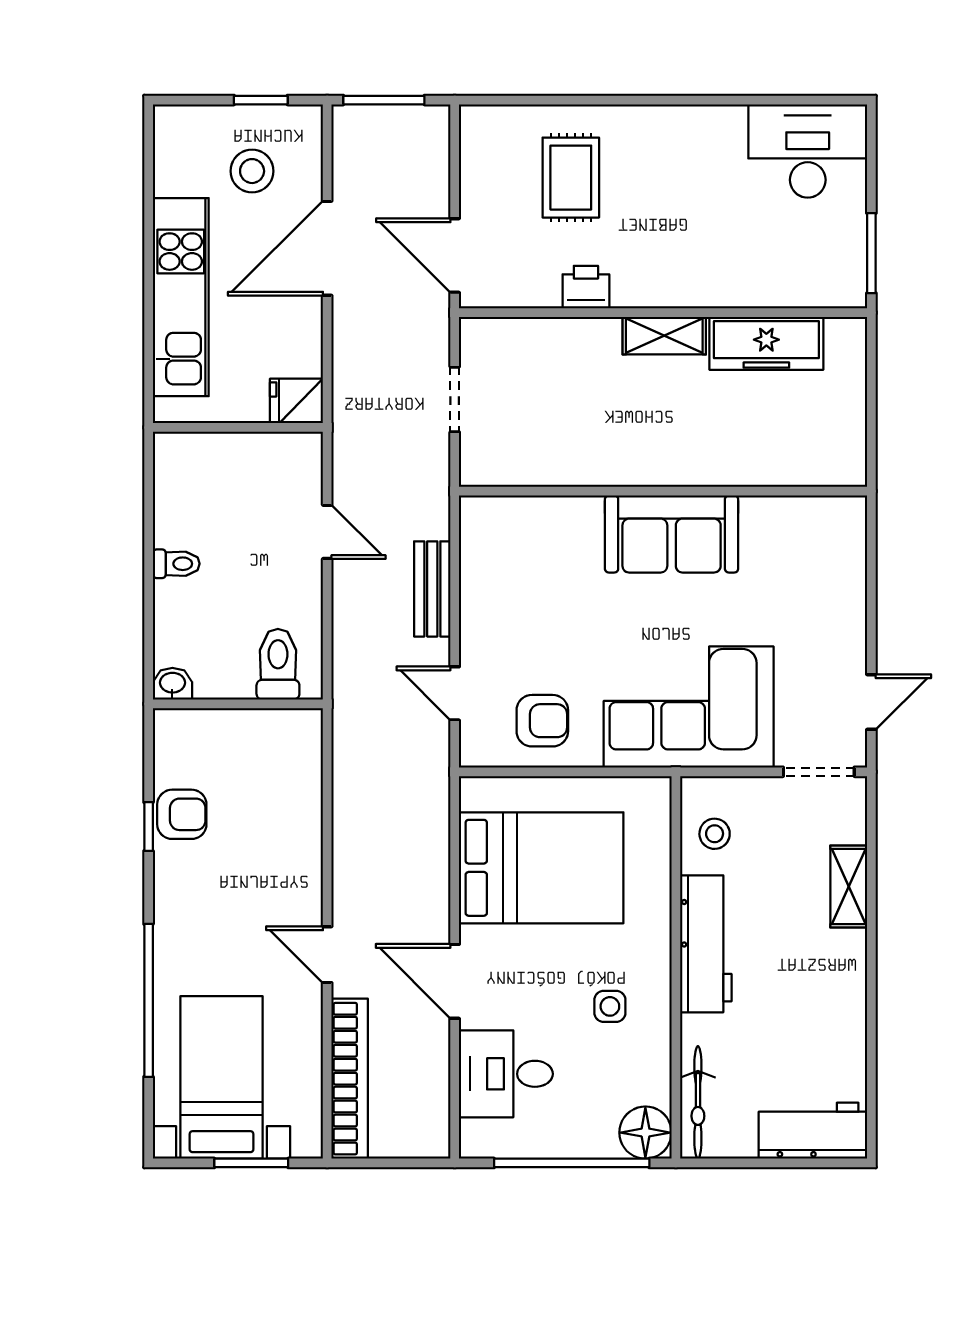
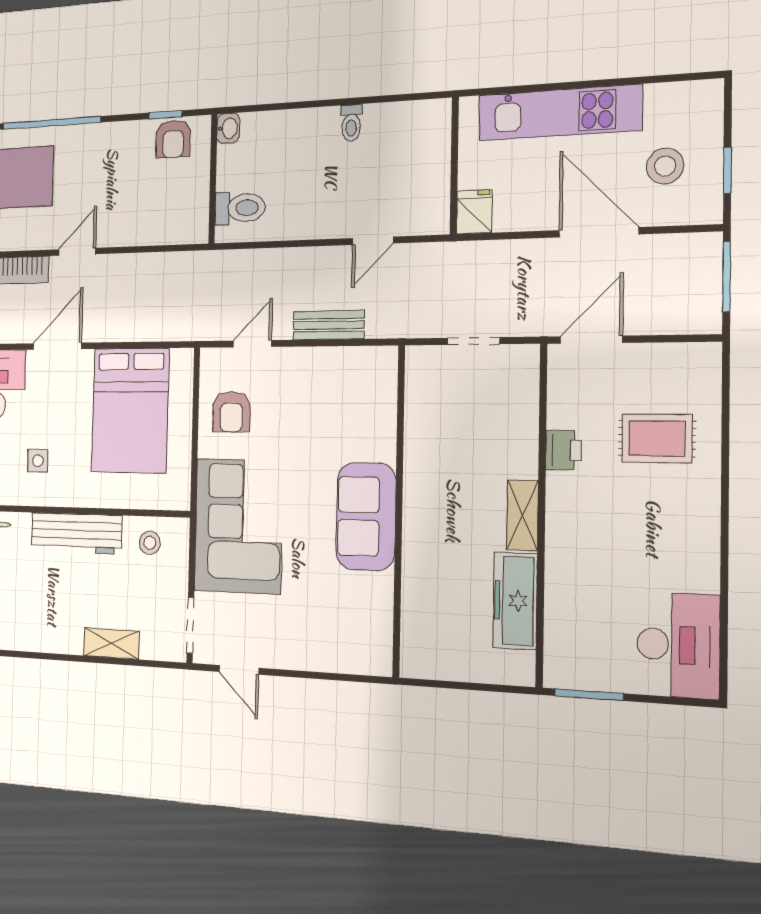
toilet: (278, 664) -> (240, 208), moved
washbasin: (172, 684) -> (228, 128), moved
wall: (238, 704) -> (213, 179), moved

